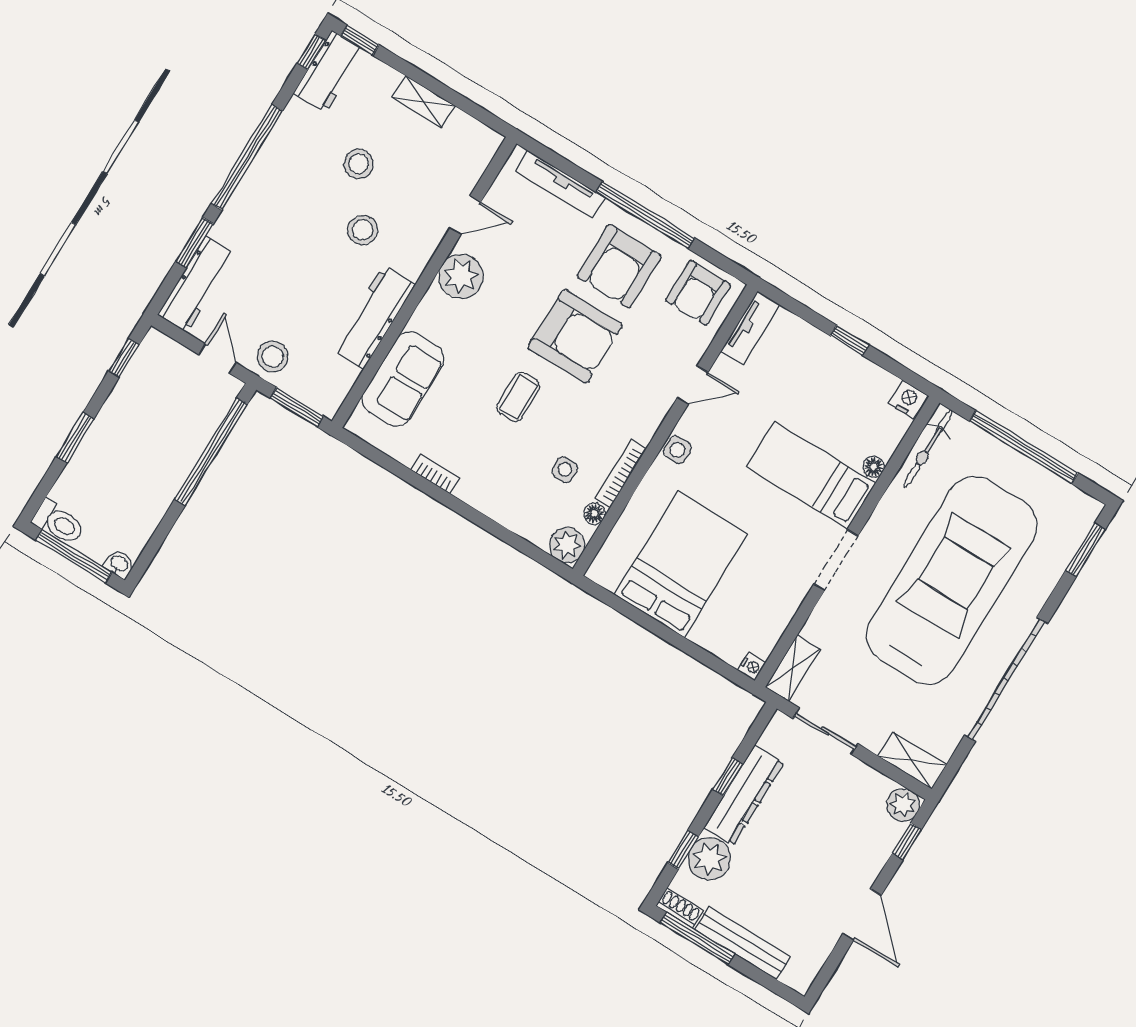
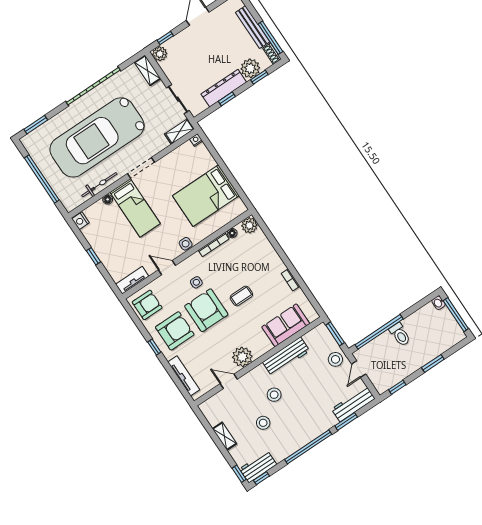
window: (645, 215) -> (154, 347), width x0.32
bicycle: (928, 449) -> (99, 185), moved
side table: (565, 469) -> (196, 282), moved
toilet: (59, 523) -> (400, 334), moved, turned 180

